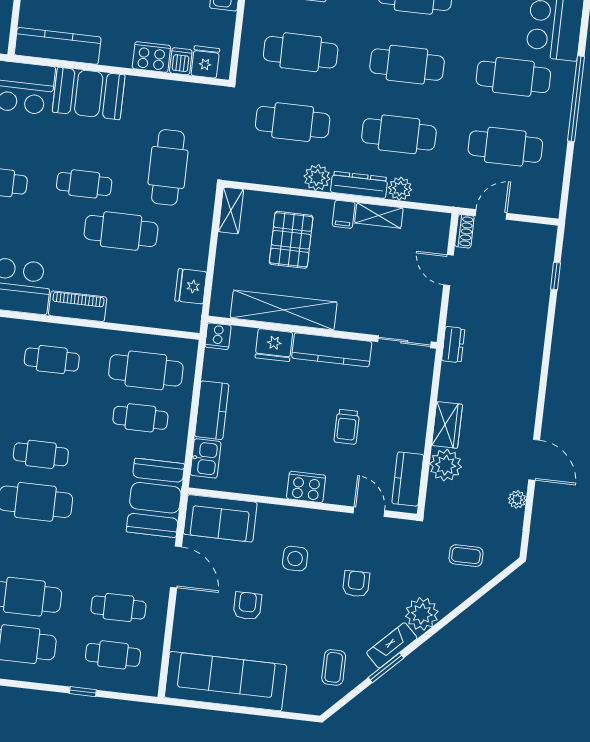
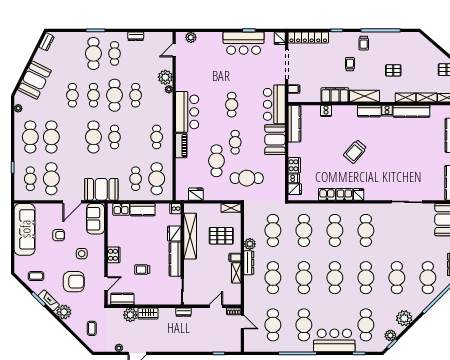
plant: (400, 189) -> (249, 281), removed
armchair: (356, 584) -> (74, 282), width x1.88, depth x1.88
cafe table: (118, 608) -> (51, 179), width x1.37, depth x1.35

